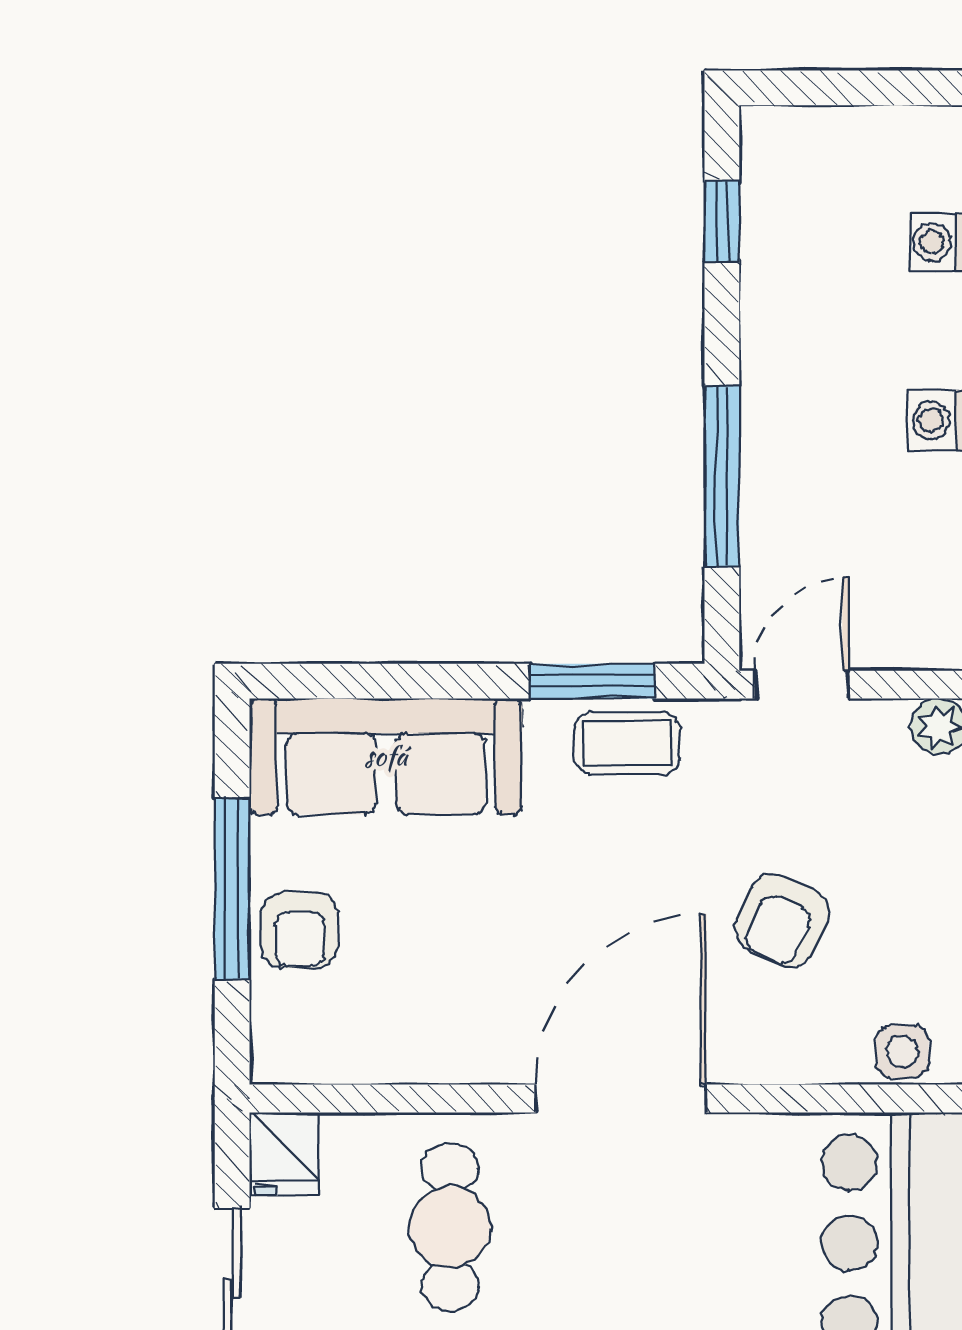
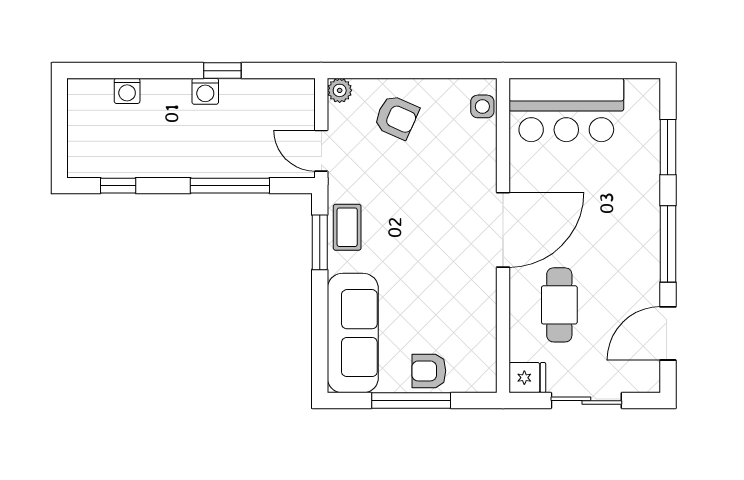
armchair: (782, 920) -> (396, 117), moved
armchair: (300, 930) -> (429, 371), turned 180
door: (621, 1099) -> (503, 230), swing flipped
cafe table: (450, 1227) -> (559, 305), turned 90

